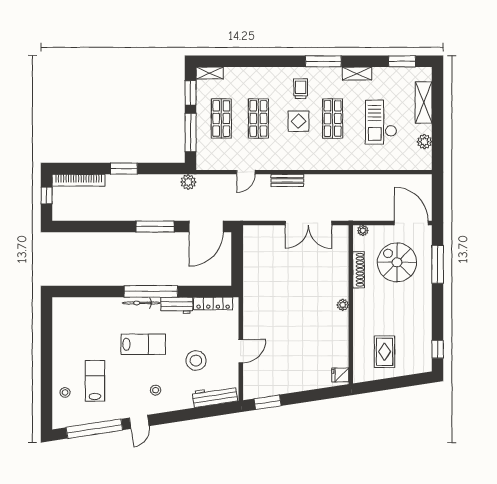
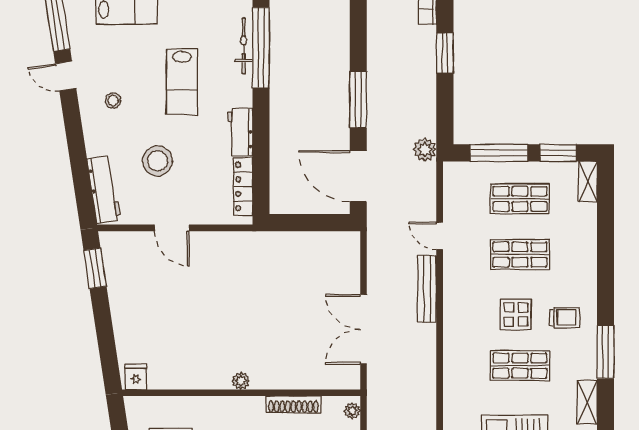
bench: (287, 180) -> (427, 289), width x1.36
window: (151, 291) -> (261, 48), moved
bicycle: (141, 303) -> (244, 46), moved

